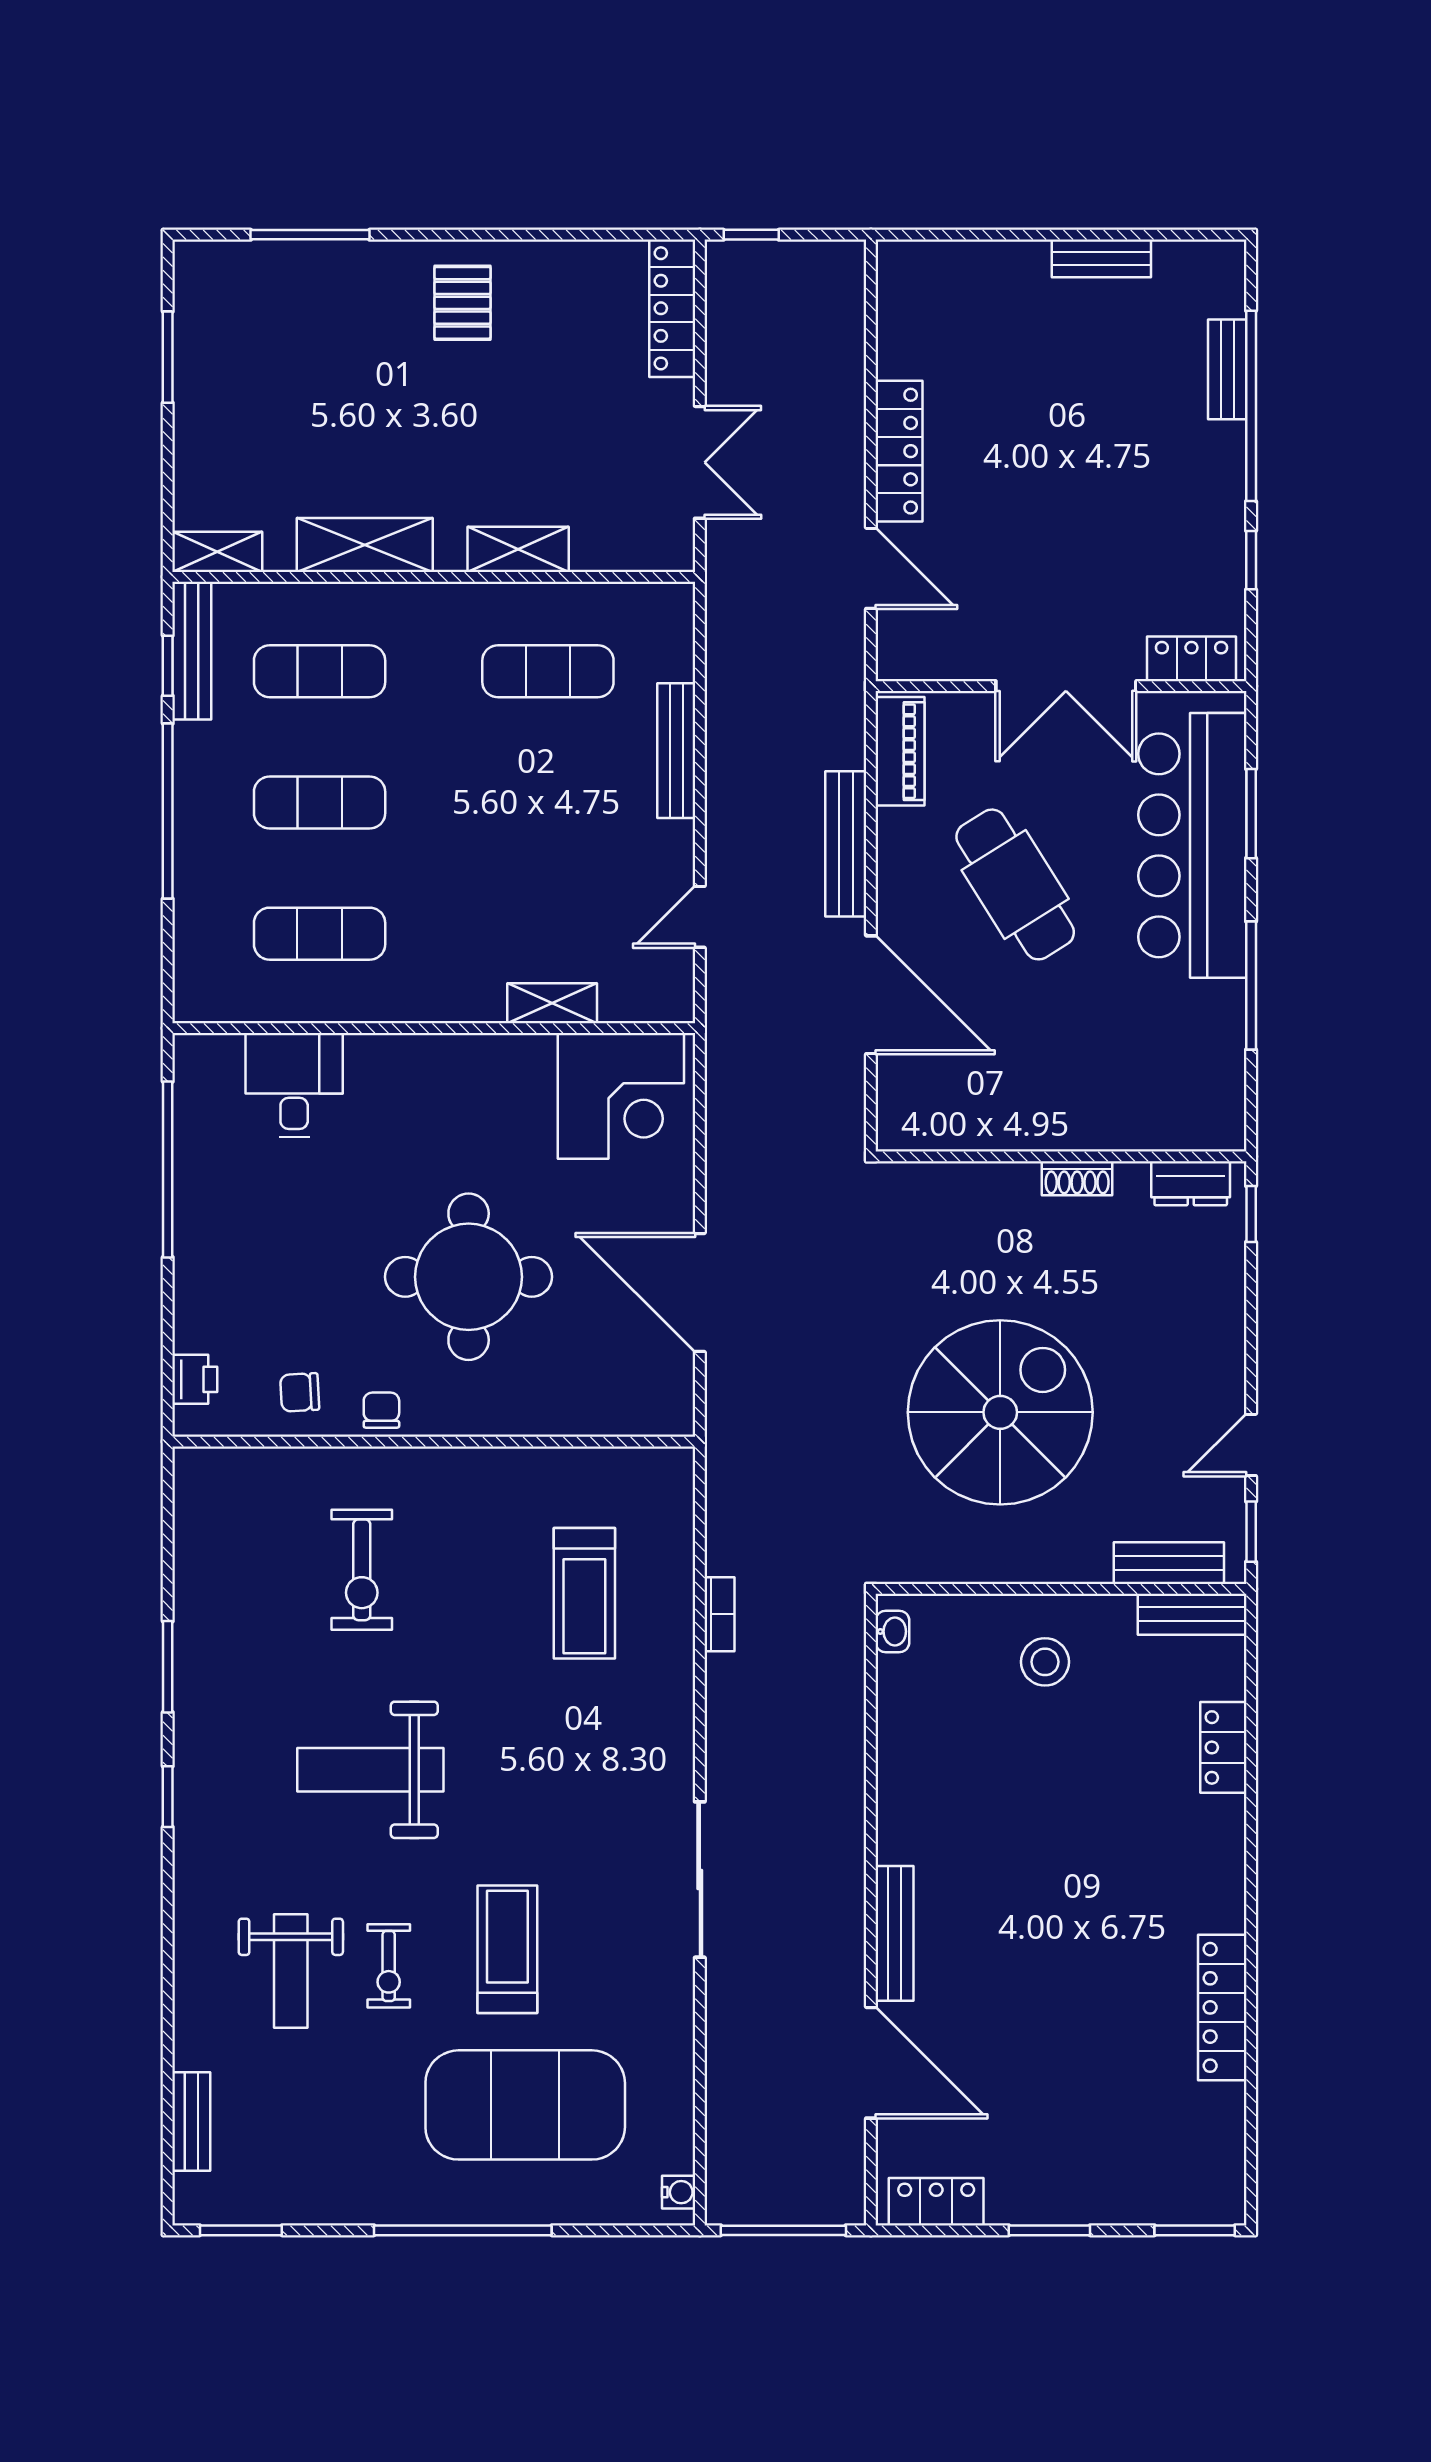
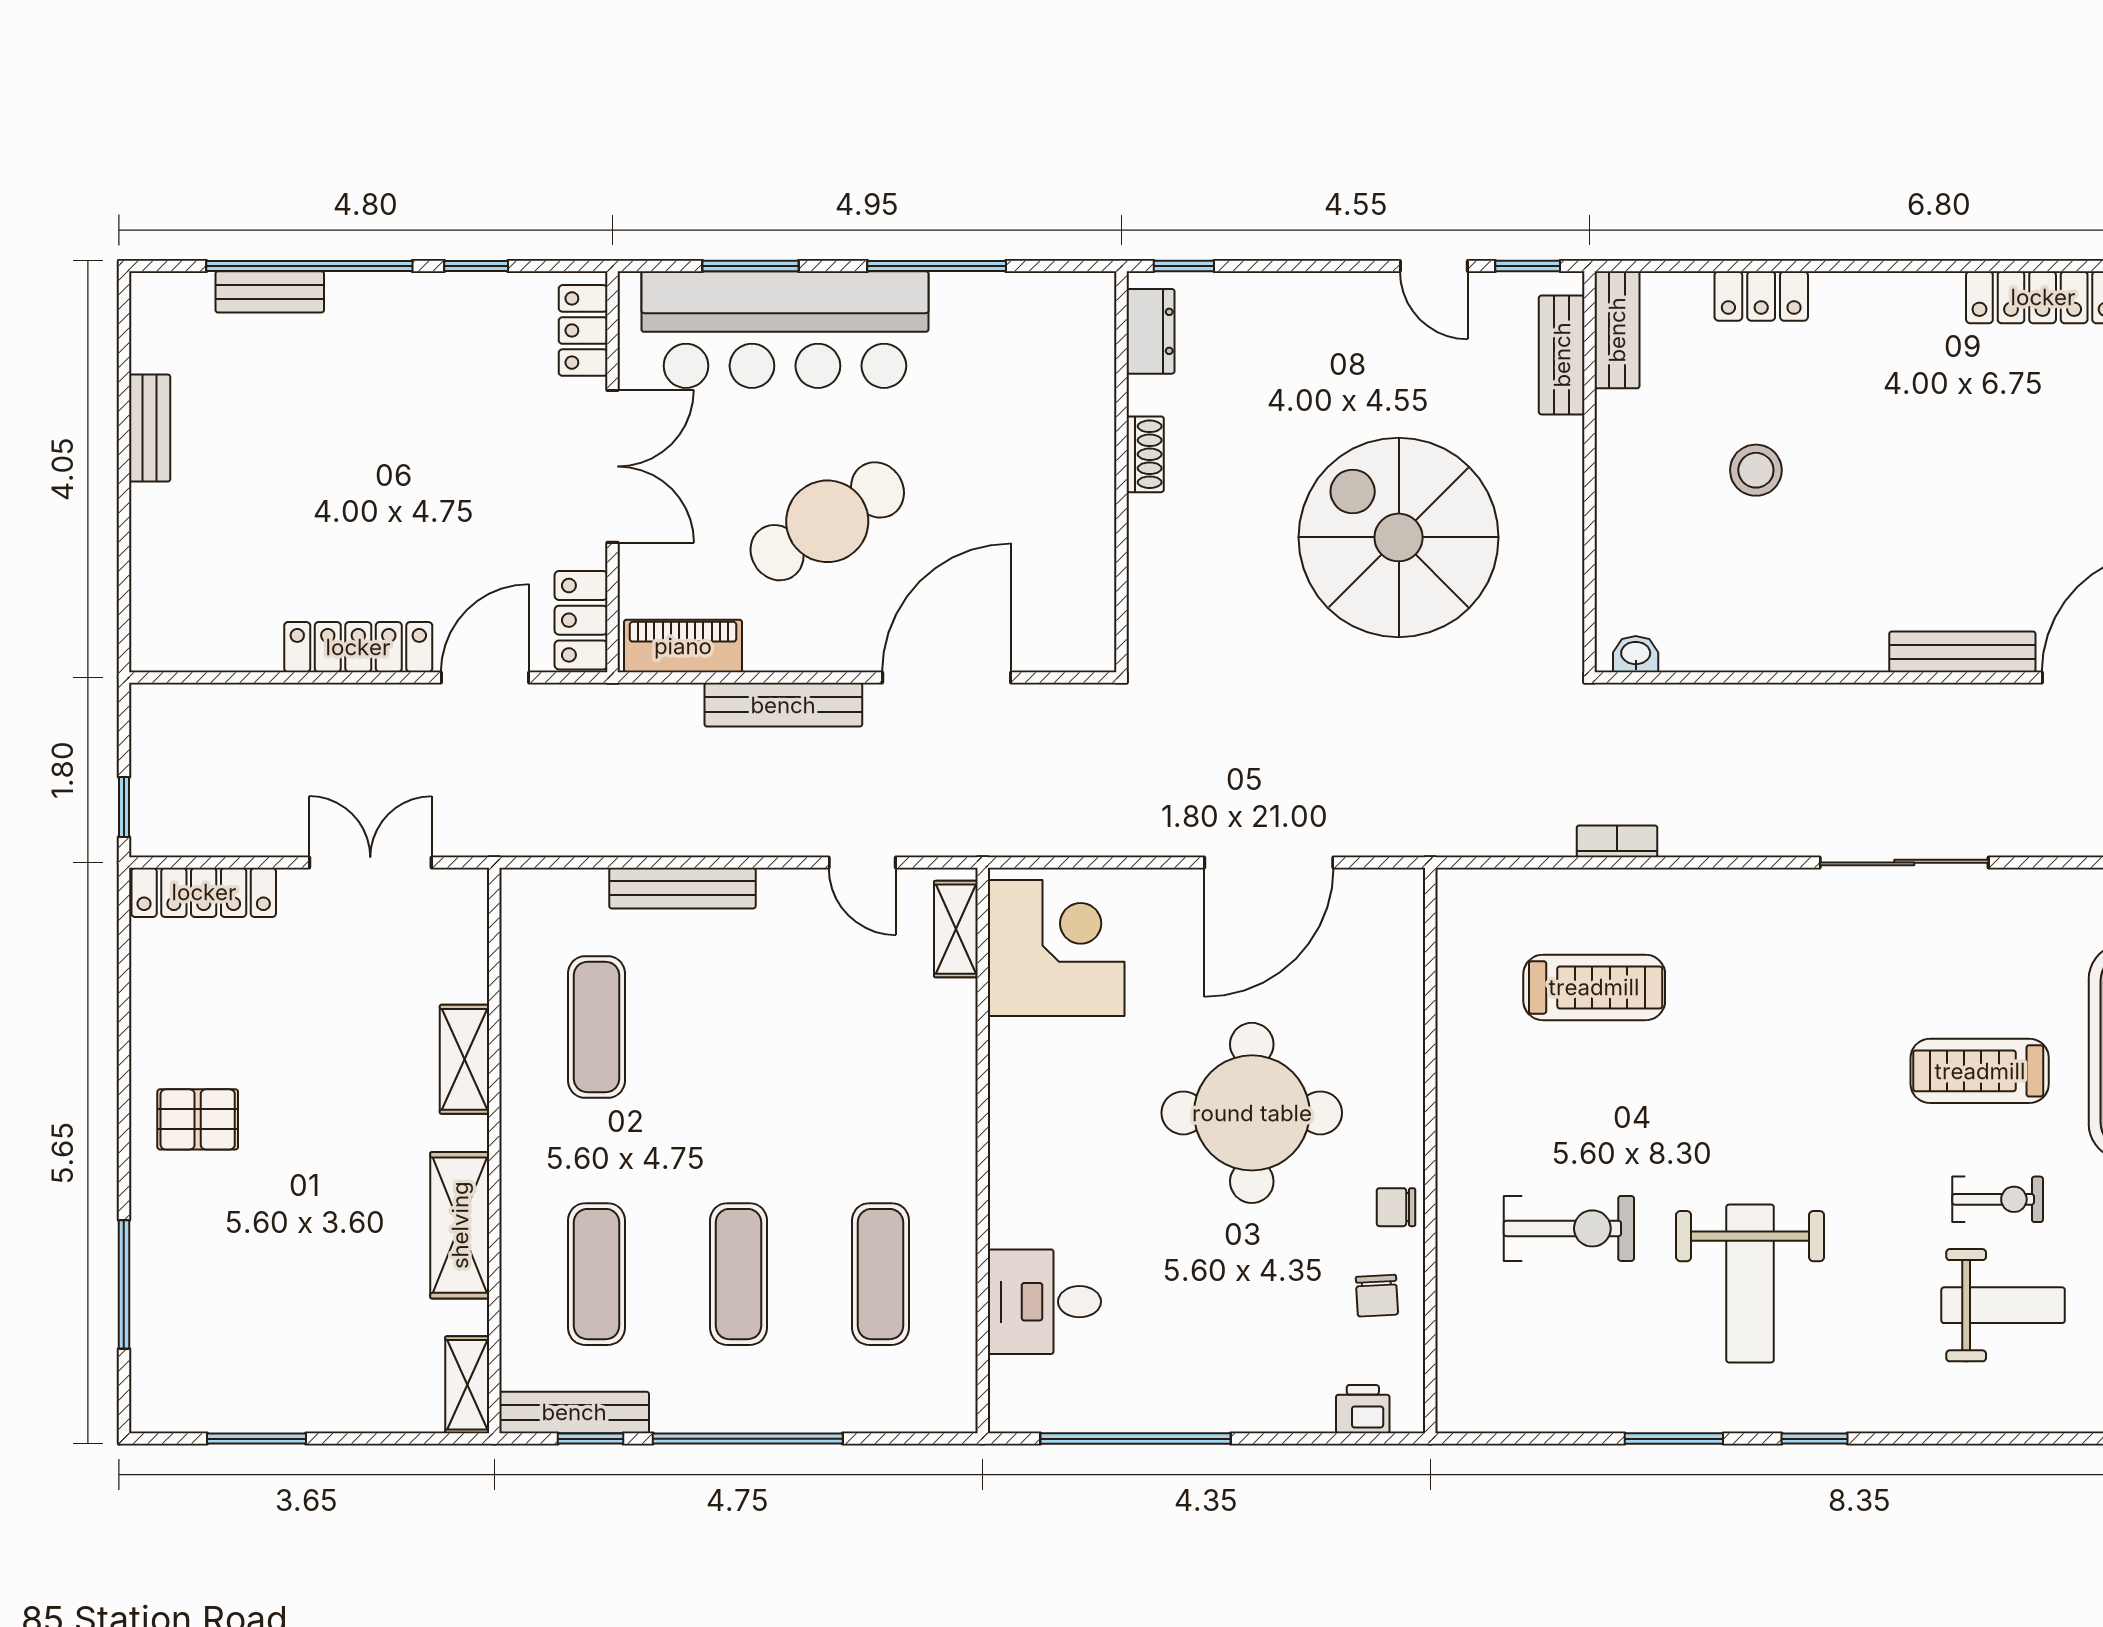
locker: (924, 657) -> (581, 620), added
shelving: (552, 1003) -> (956, 929), moved
stool: (1045, 1662) -> (1756, 470), moved
weight bench: (370, 1770) -> (1750, 1284), moved

